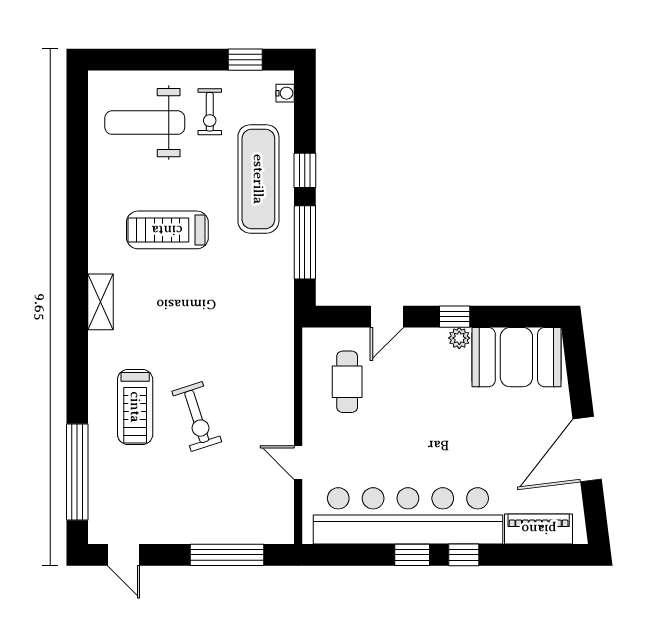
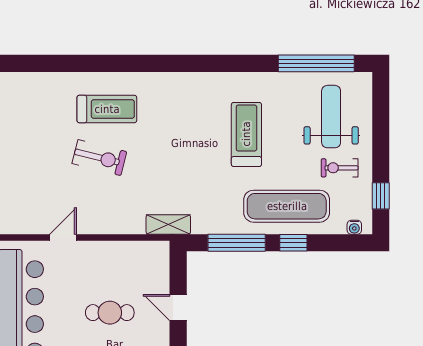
shelving: (101, 302) -> (168, 224), moved
cafe table: (347, 382) -> (110, 313), moved
treadmill: (135, 407) -> (107, 109), turned 180
exercise bike: (197, 417) -> (99, 158), turned -148
window: (77, 472) -> (316, 63), moved

